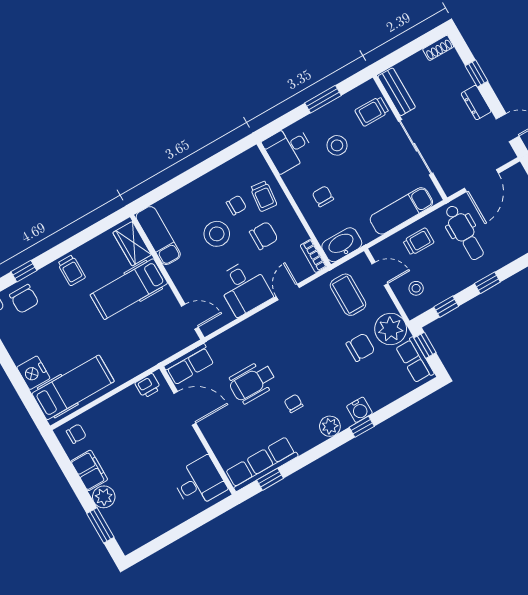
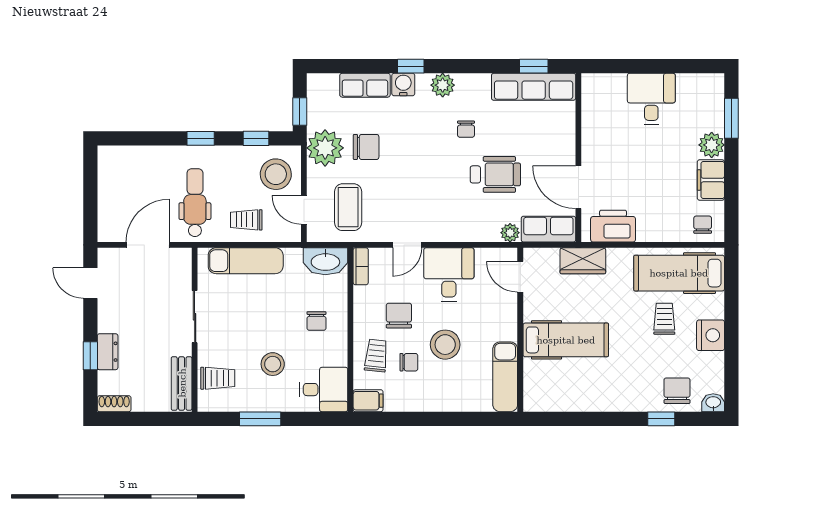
dresser: (476, 103) -> (108, 352), moved
sliding door: (416, 147) -> (195, 317), width x0.73
filing cabinet: (250, 159) -> (368, 401), added
chair: (236, 205) -> (409, 362), turned 180
chair: (264, 236) -> (399, 316), turned 90
wardrobe: (132, 244) -> (583, 261), moved, turned 90
trolley: (71, 270) -> (664, 319), moved
stool: (416, 288) -> (276, 174), width x1.89, depth x1.89
plant: (216, 345) -> (510, 233), added
chair: (360, 347) -> (366, 147), turned 180
row of seats: (415, 360) -> (365, 85), moved, turned 90
nightstand: (33, 373) -> (711, 335), moved
printer: (148, 386) -> (613, 226), width x1.87, depth x1.48
chair: (76, 434) -> (703, 225), turned 90
desk: (199, 482) -> (651, 99), moved, turned 90

